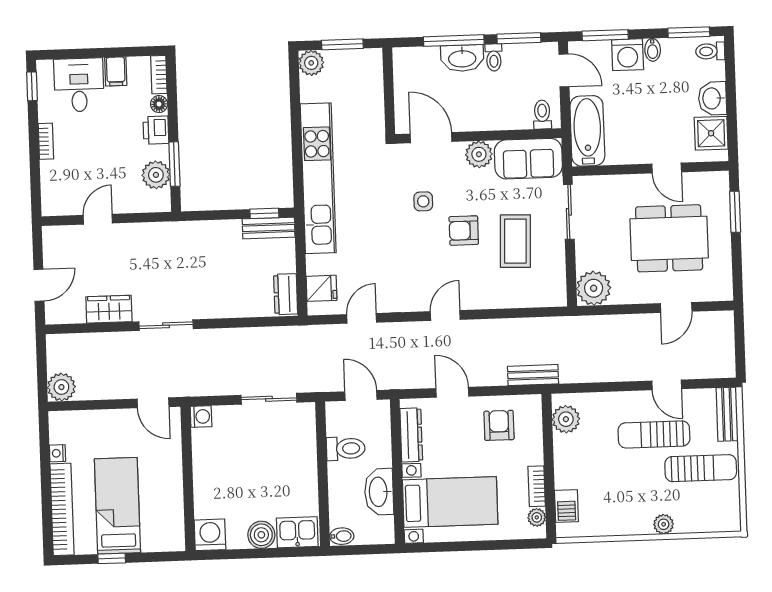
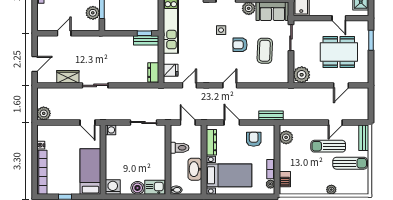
door: (667, 385) -> (335, 123), hinge flipped
bed: (117, 506) -> (90, 172), moved

